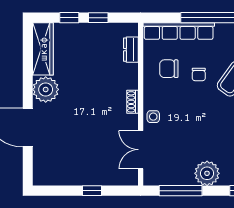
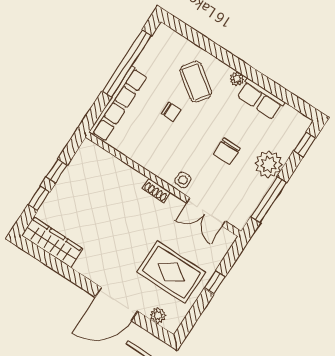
dresser: (131, 50) -> (106, 160), removed
chair: (169, 69) -> (227, 151), moved
plant: (46, 89) -> (158, 315), moved, width x0.53, depth x0.53
rug: (78, 153) -> (171, 272), added

